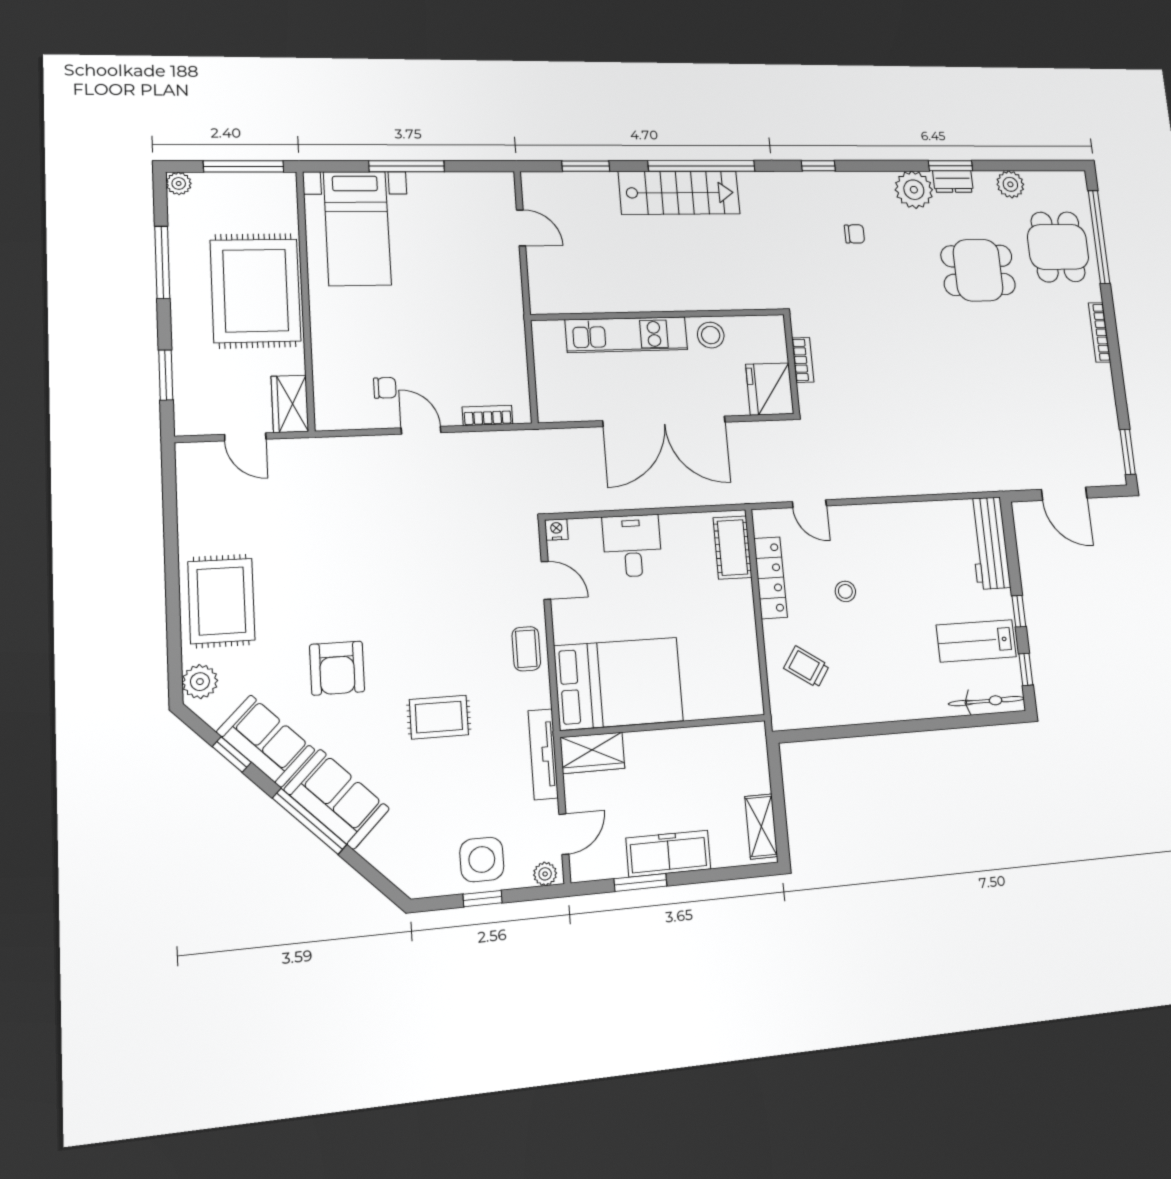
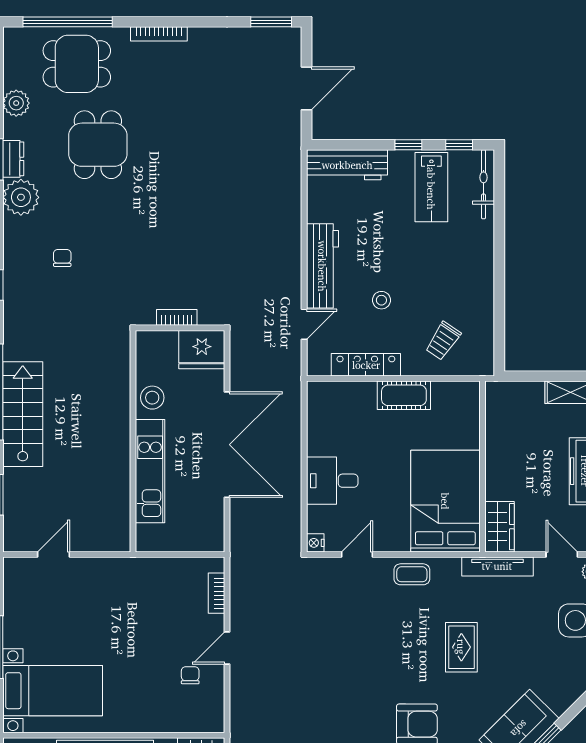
workbench: (876, 521) -> (322, 266), added
cot: (732, 547) -> (404, 395), moved

